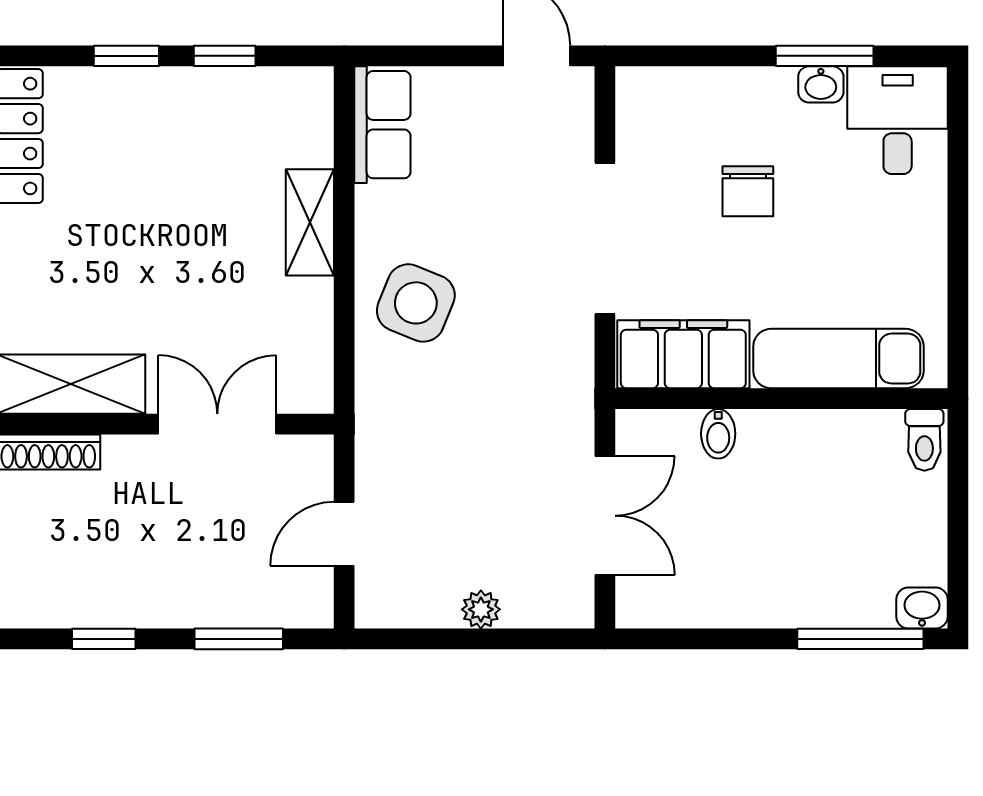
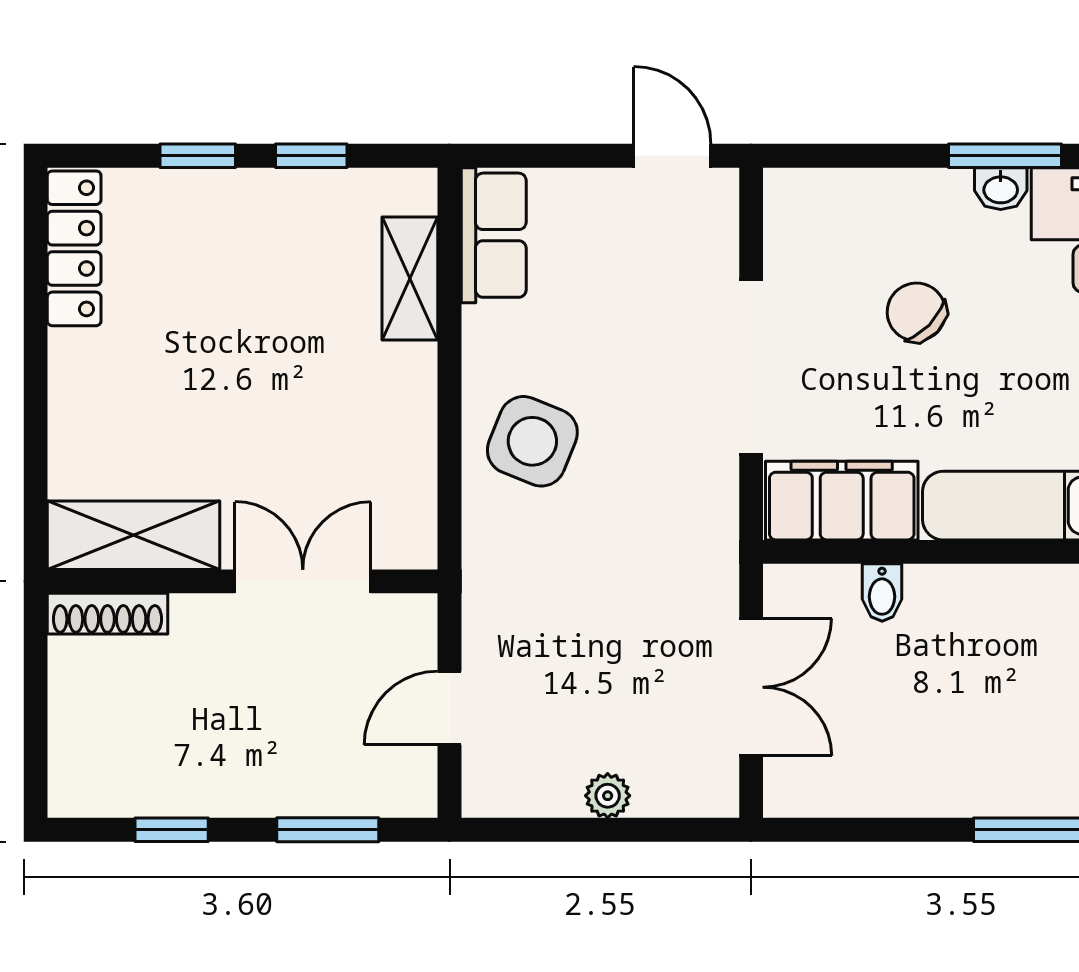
chair: (748, 191) -> (916, 312), turned 134
shelving: (310, 222) -> (410, 279), moved

